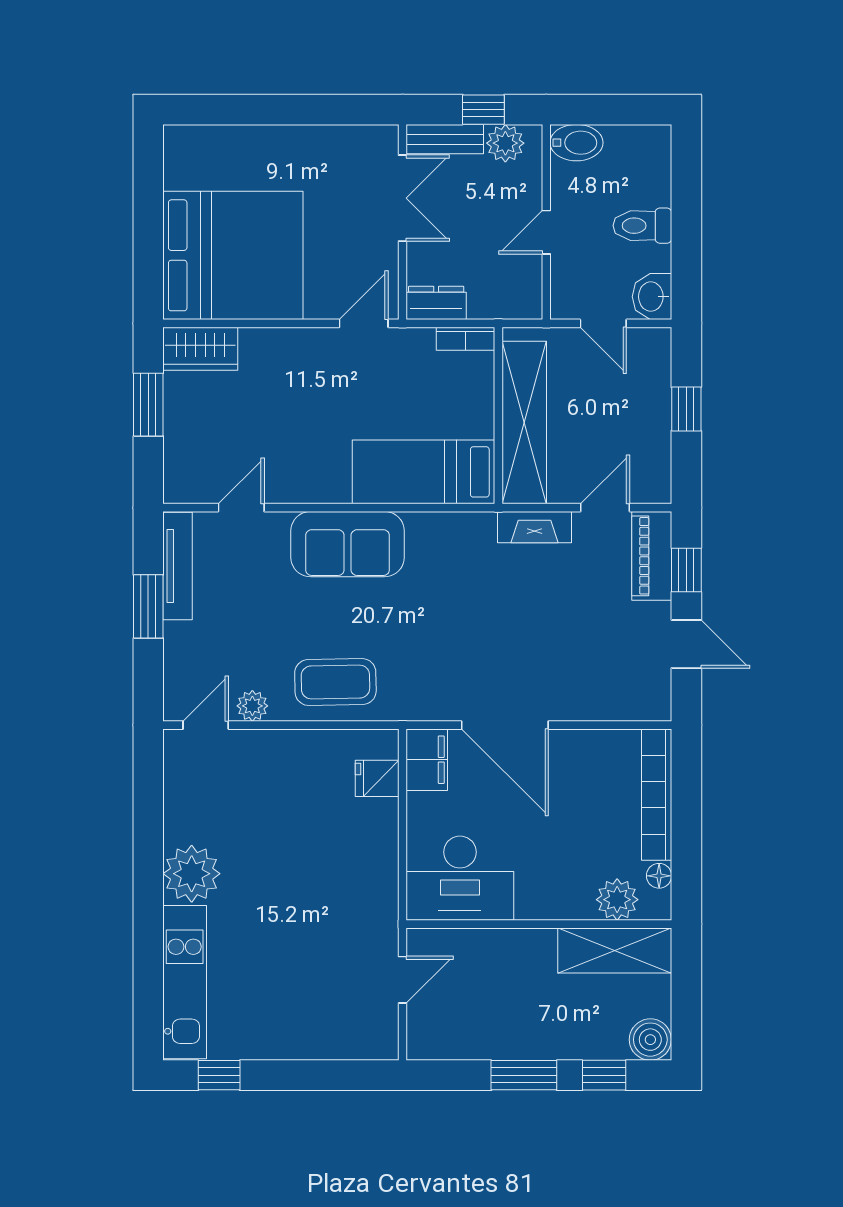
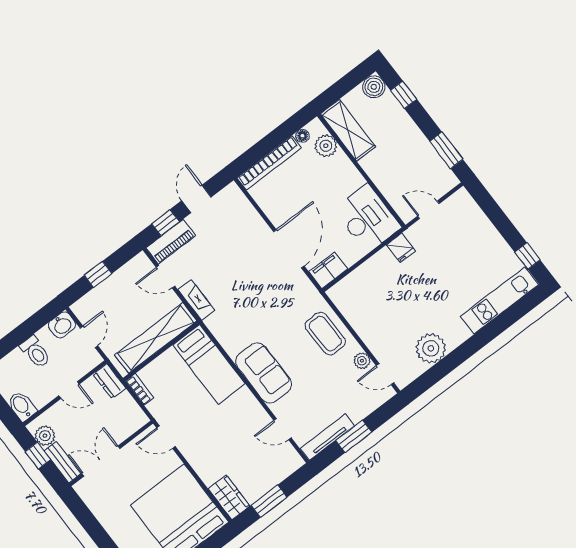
dresser: (436, 303) -> (109, 381), moved
fridge: (377, 778) -> (401, 248), moved
plant: (192, 874) -> (431, 348), moved
window: (524, 1075) -> (446, 150), moved

